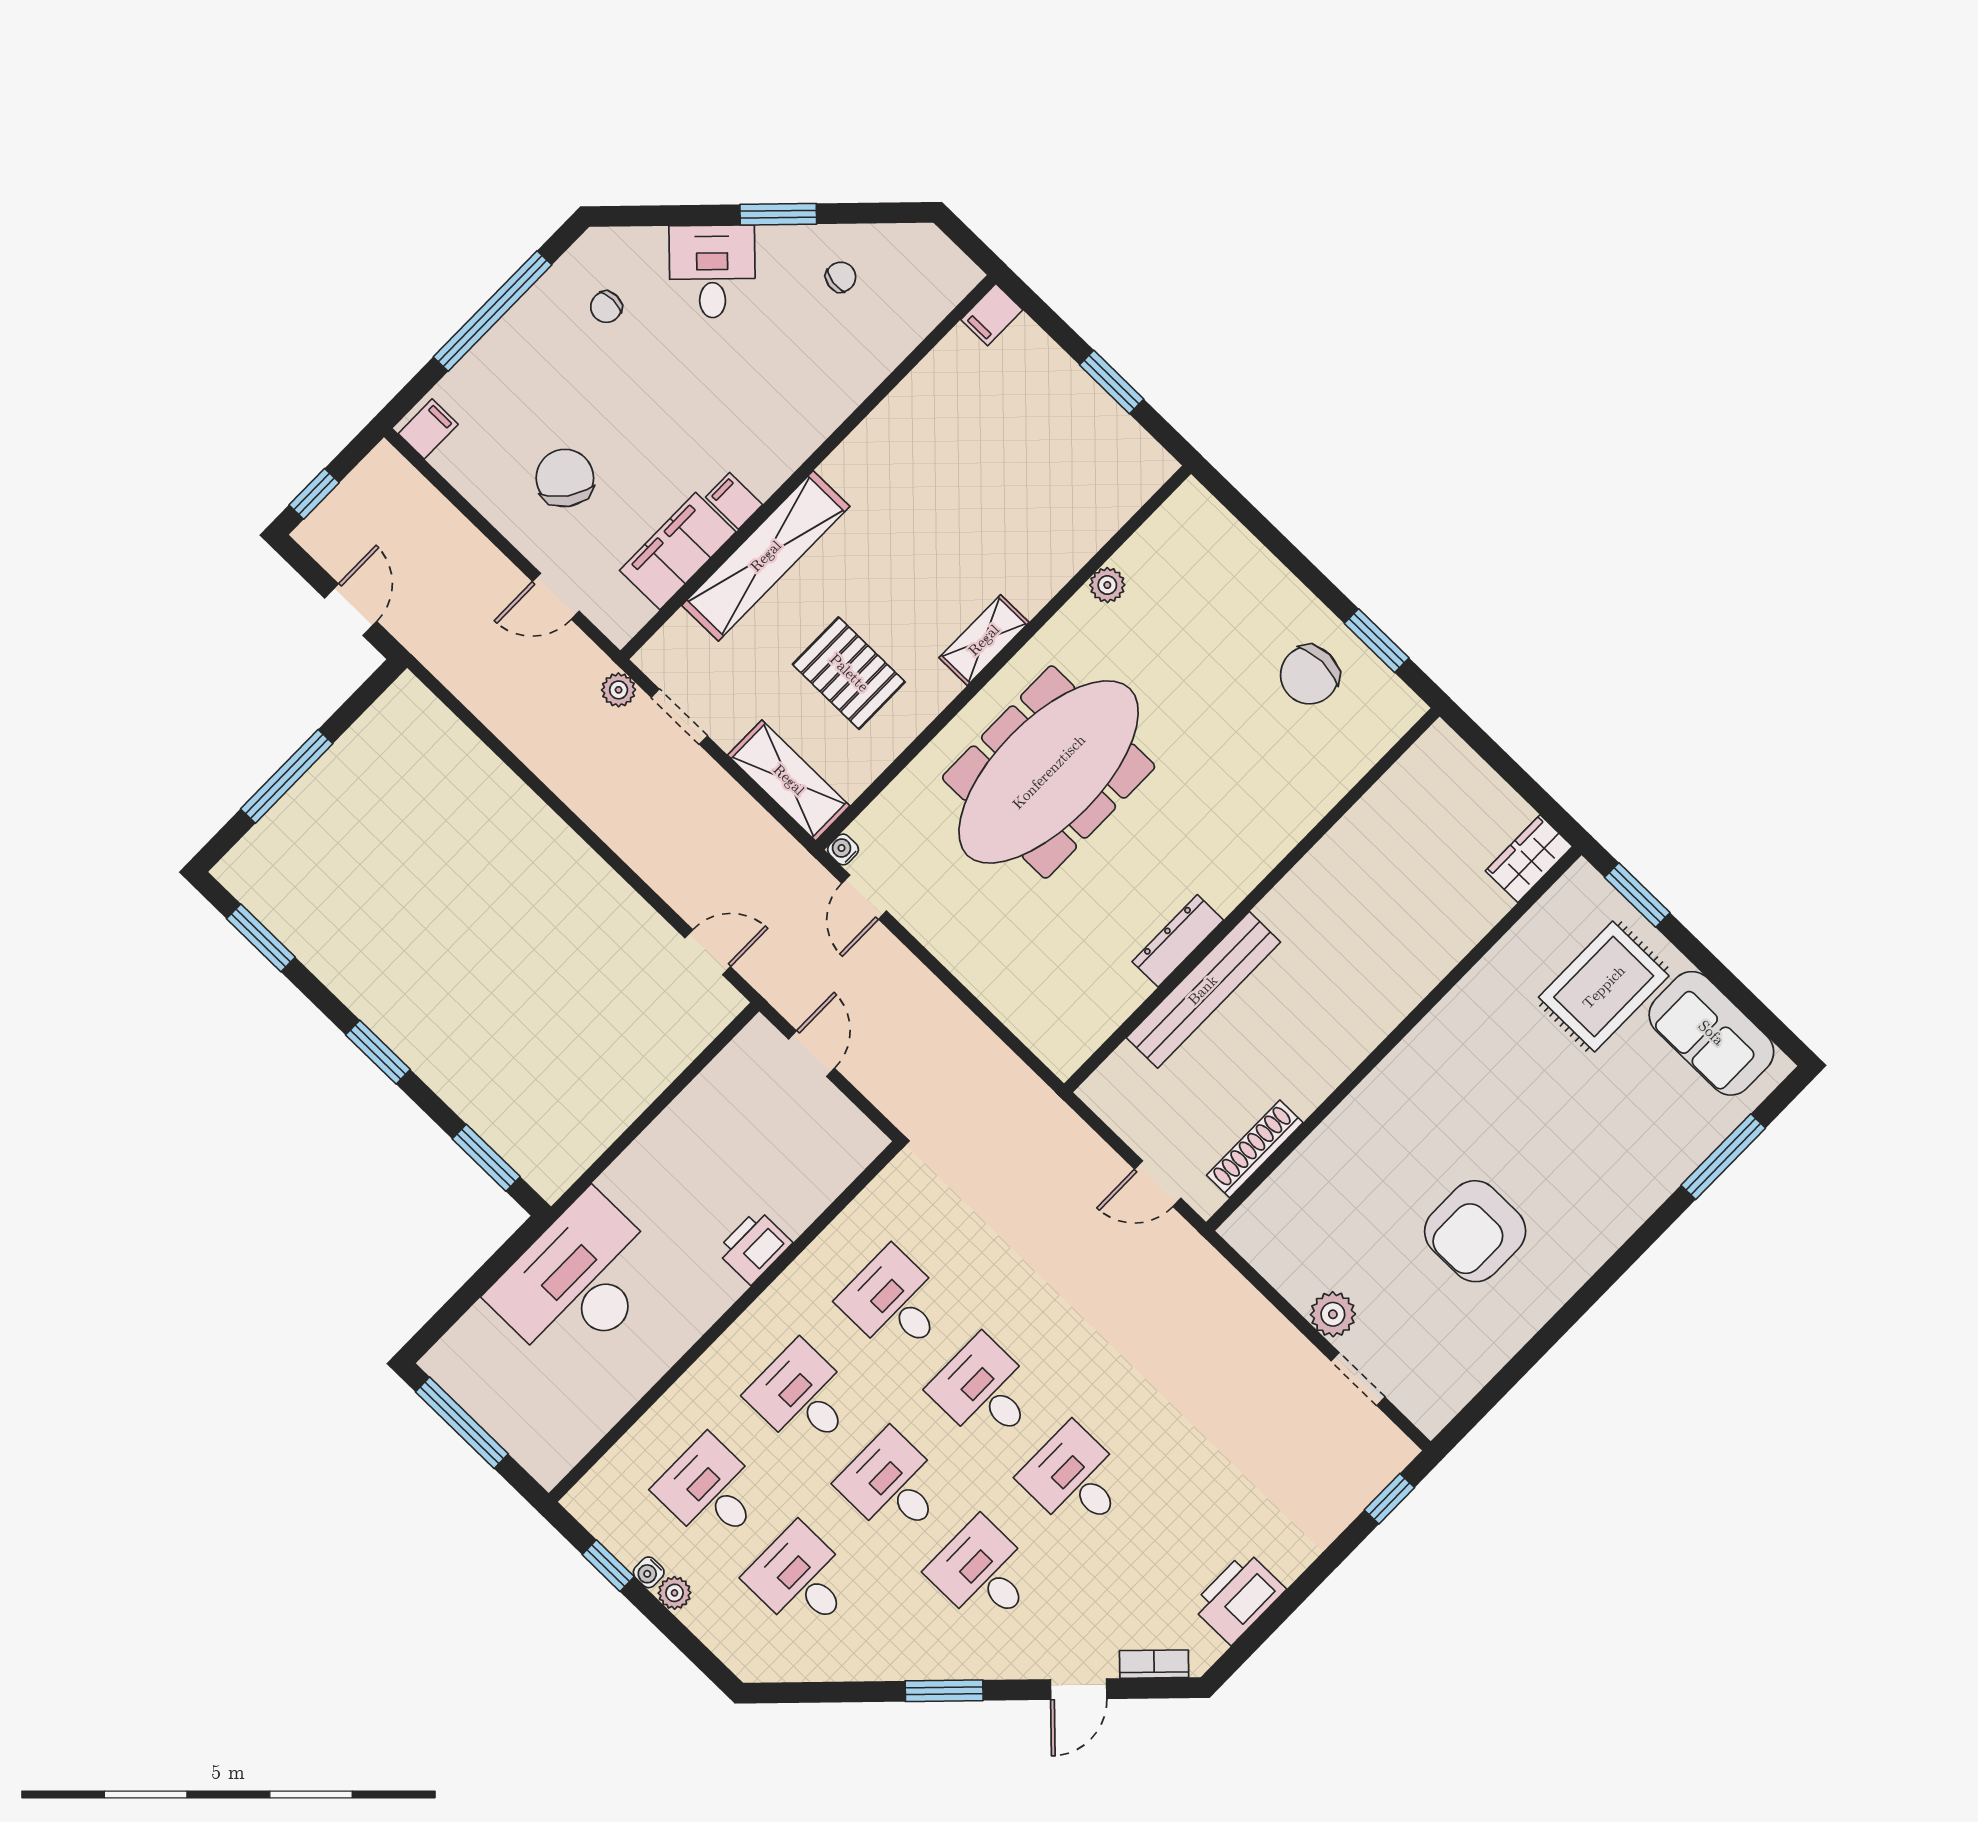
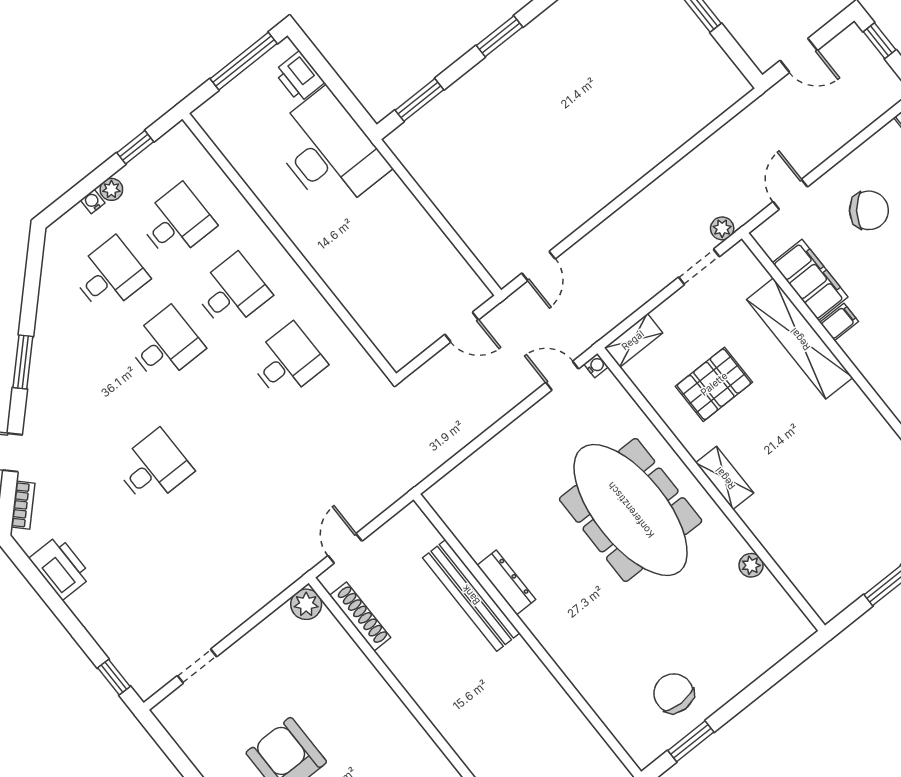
shelving: (789, 780) -> (633, 340), width x0.67, depth x0.75
printer: (754, 1247) -> (299, 77), moved, turned 180
plant: (1333, 1314) -> (306, 604), moved
desk: (985, 1391) -> (221, 415), removed
water cooler: (649, 1572) -> (93, 201), moved
desk: (983, 1573) -> (98, 398), removed

